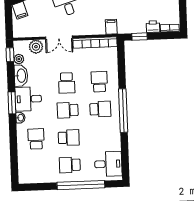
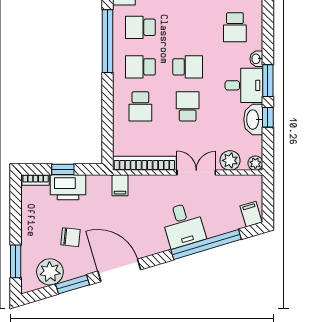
printer: (153, 27) -> (68, 187), width x1.87, depth x1.48
window: (139, 37) -> (63, 169), moved
window: (10, 55) -> (268, 117), moved
plant: (19, 59) -> (255, 163), moved
window: (123, 111) -> (107, 41), moved
school desk: (69, 138) -> (140, 27), moved

